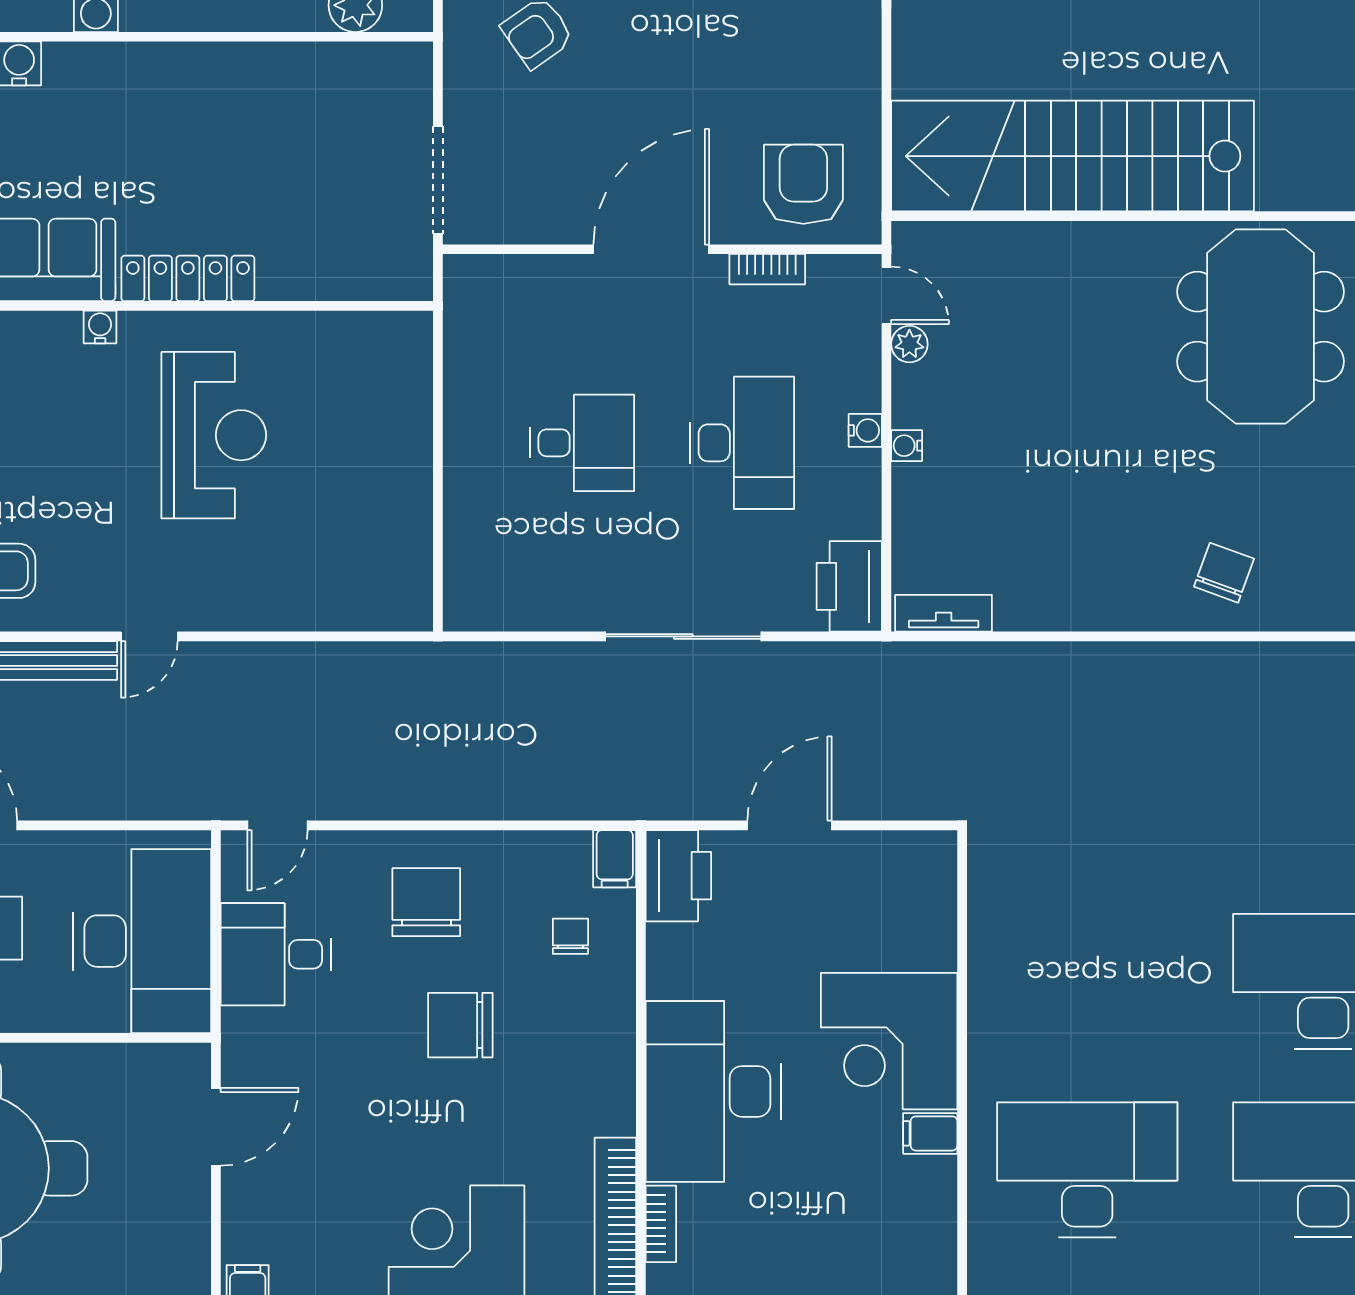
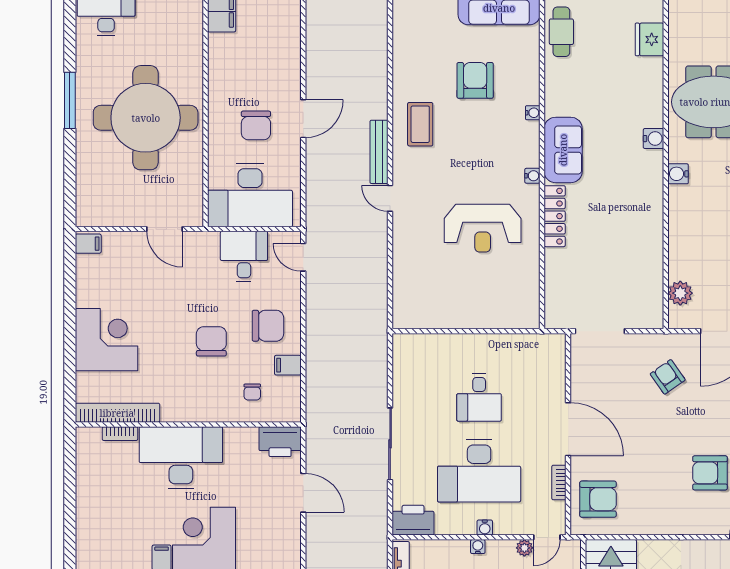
desk: (742, 443) -> (479, 471), width x1.36, depth x1.30
filing cabinet: (615, 859) -> (288, 365), moved
chair: (570, 936) -> (252, 392), turned 90

